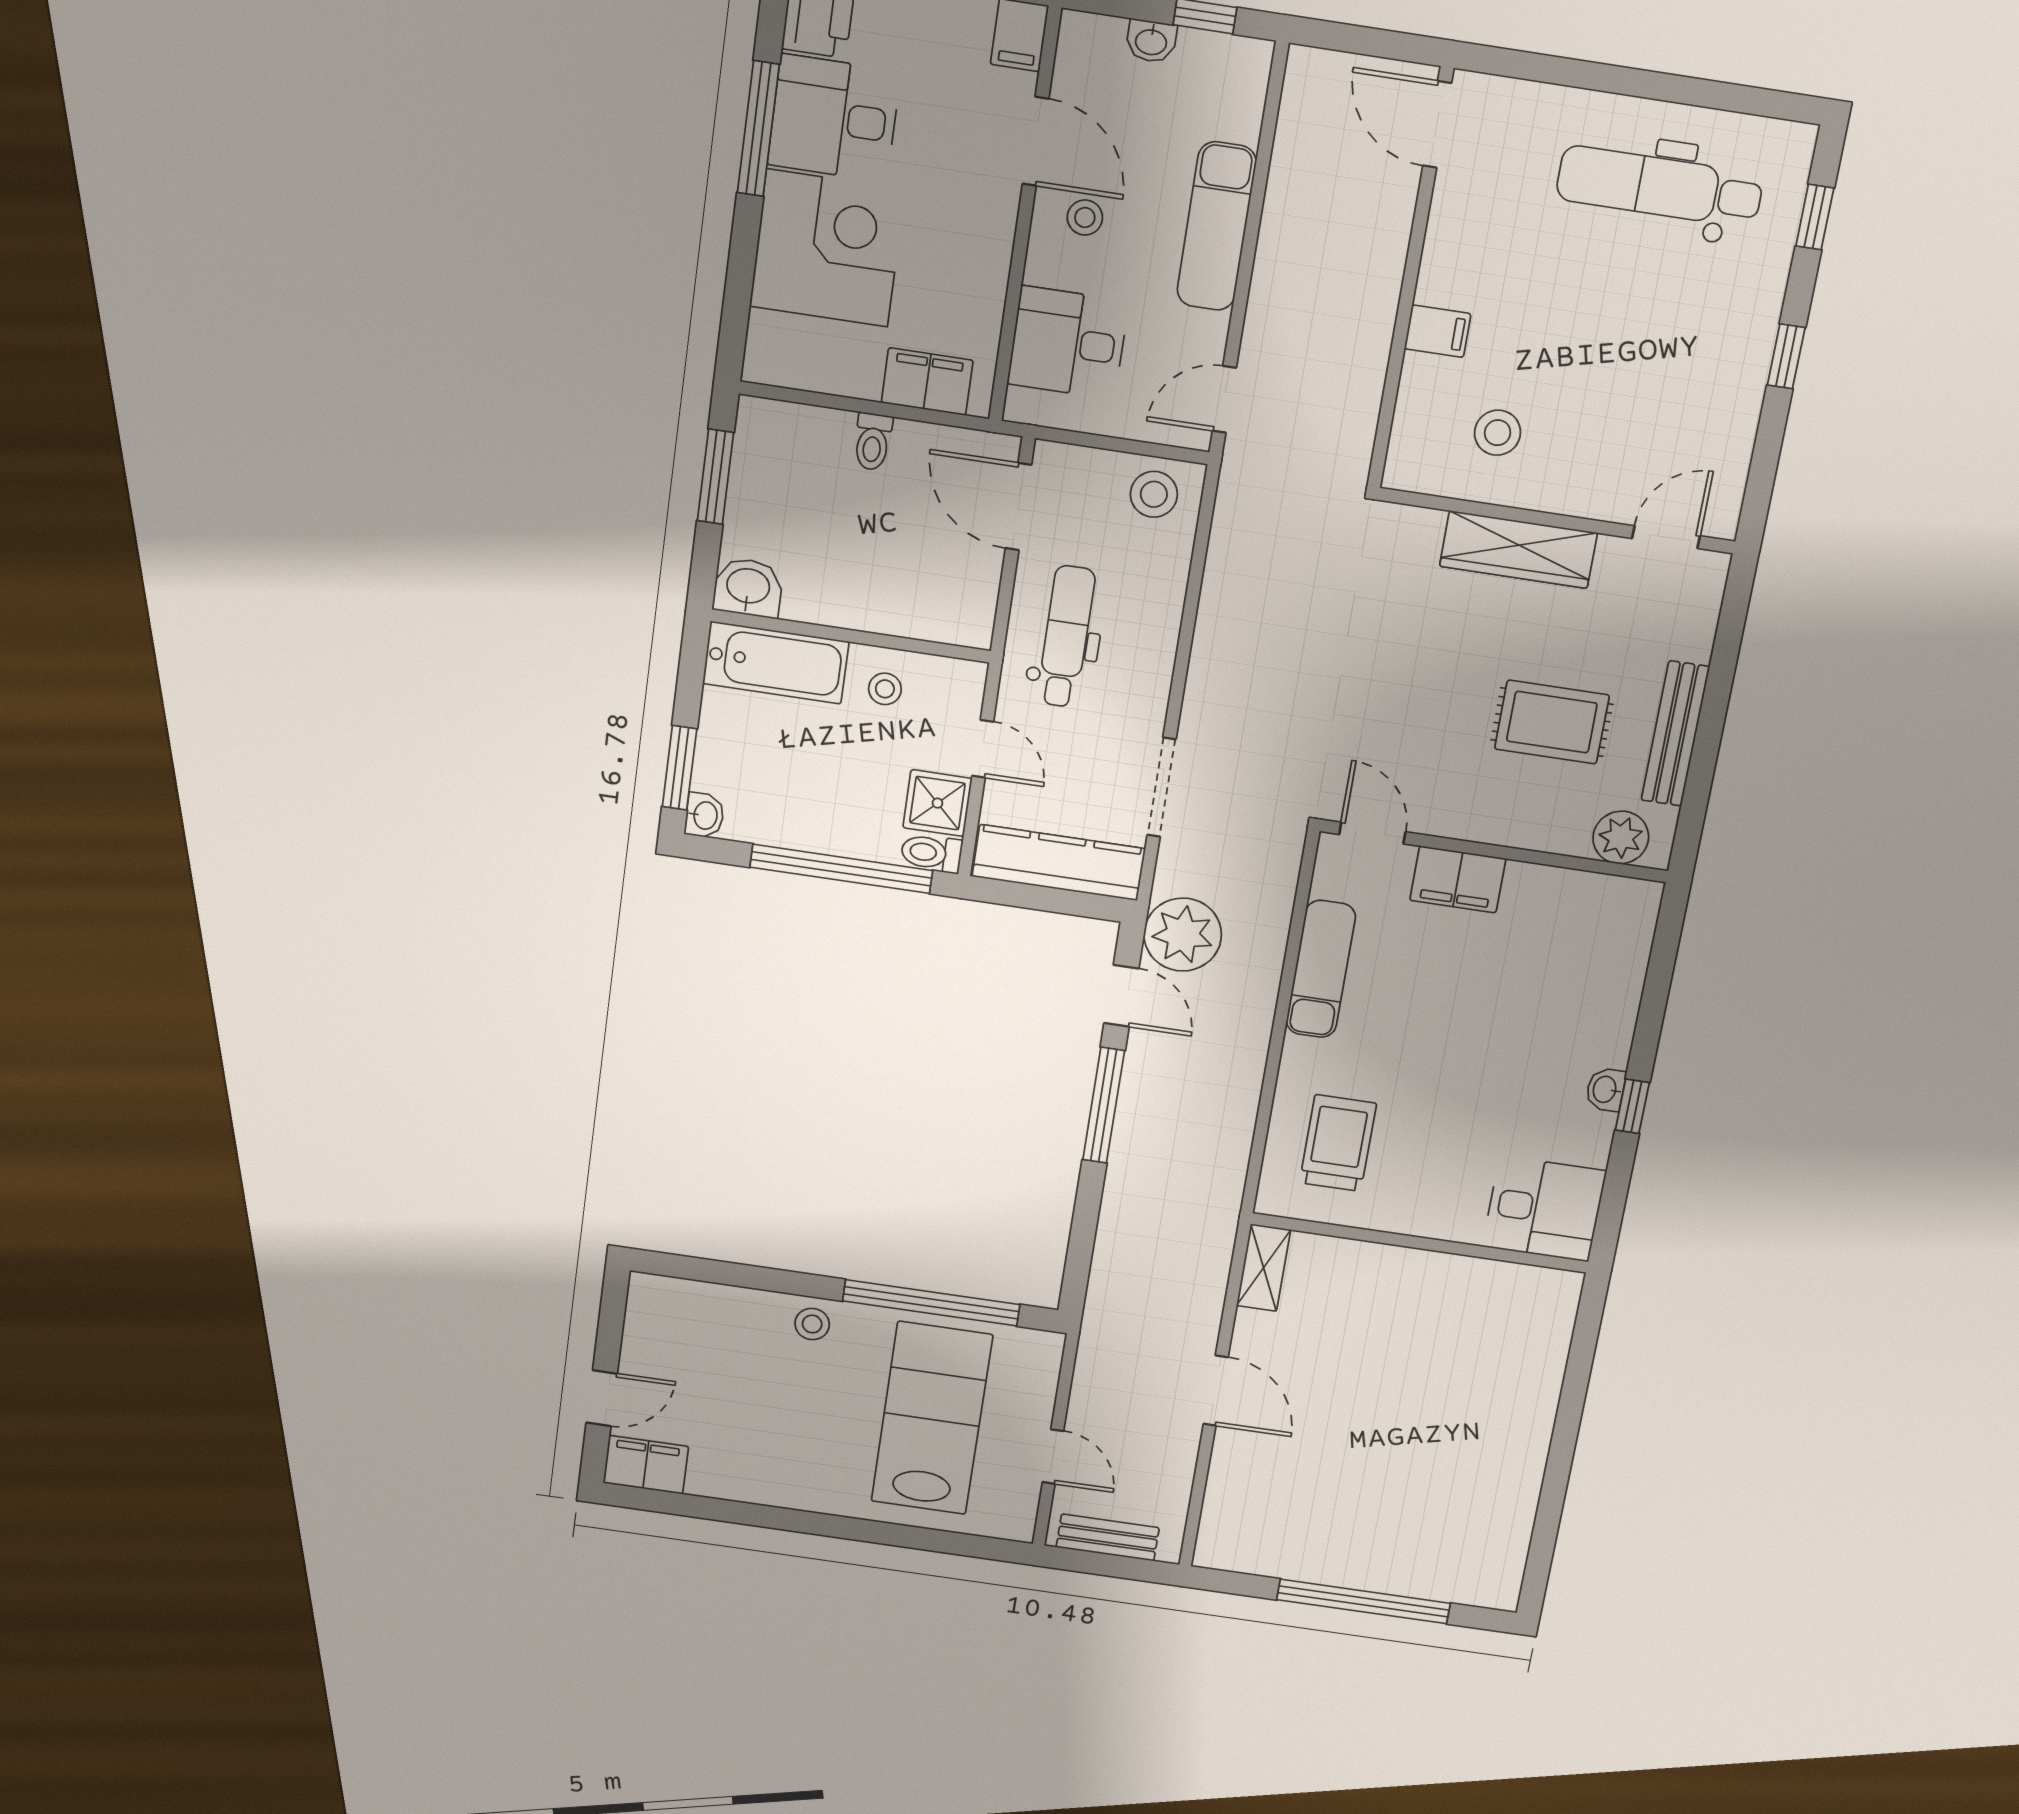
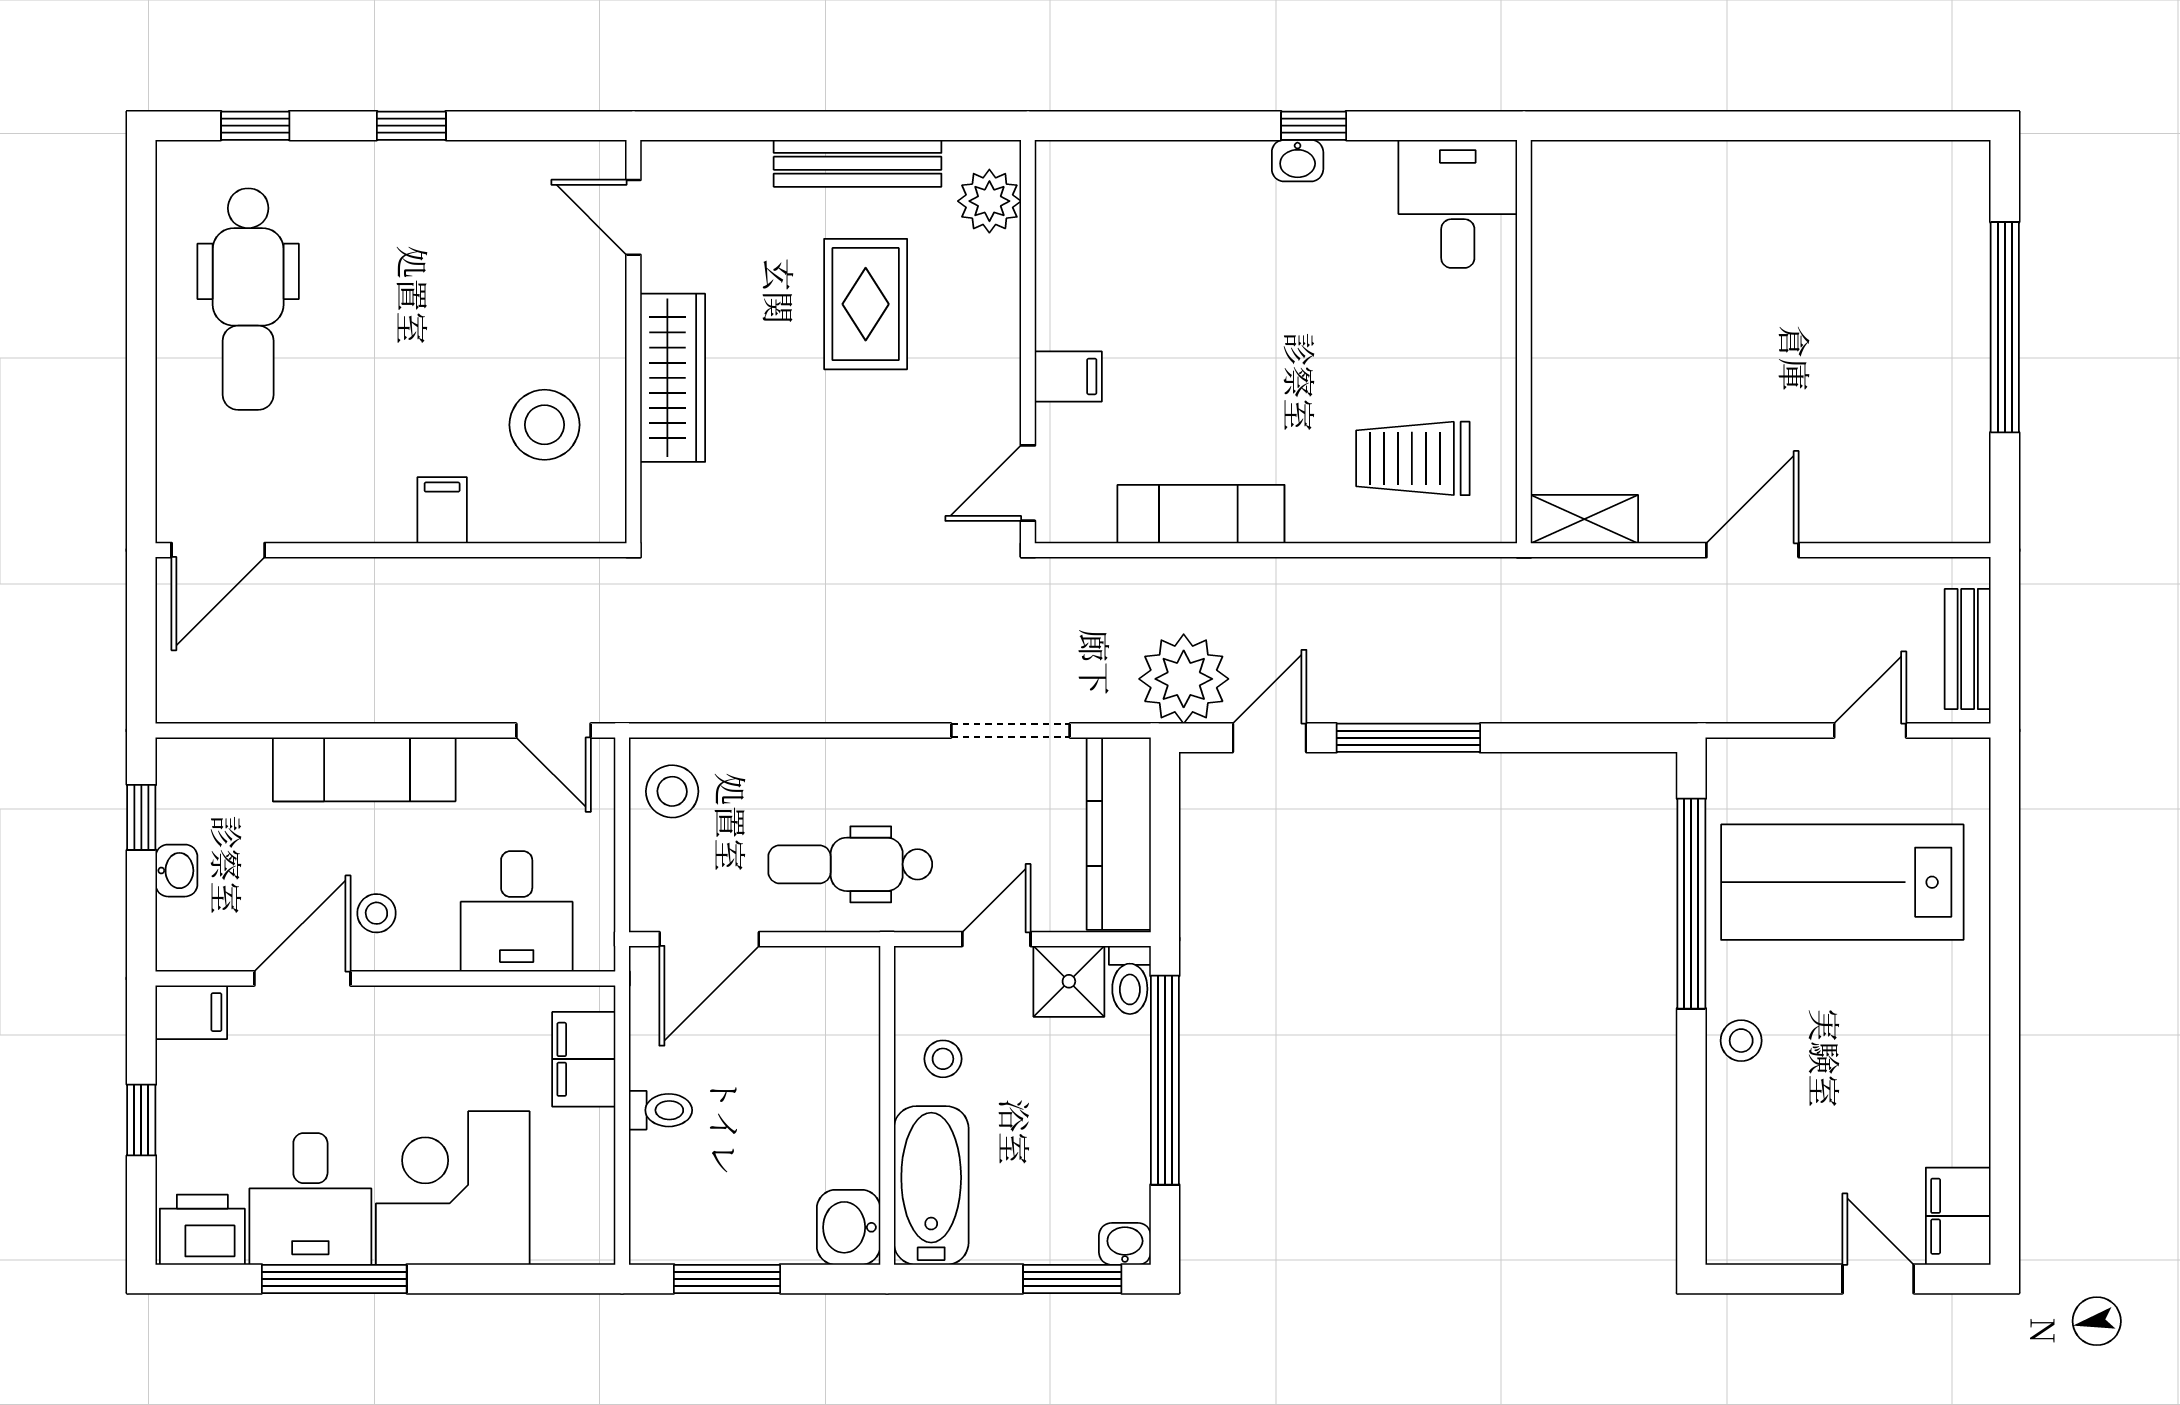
stool: (1497, 433) -> (545, 425), width x1.38, depth x1.38
filing cabinet: (1458, 879) -> (1068, 376), width x0.50

